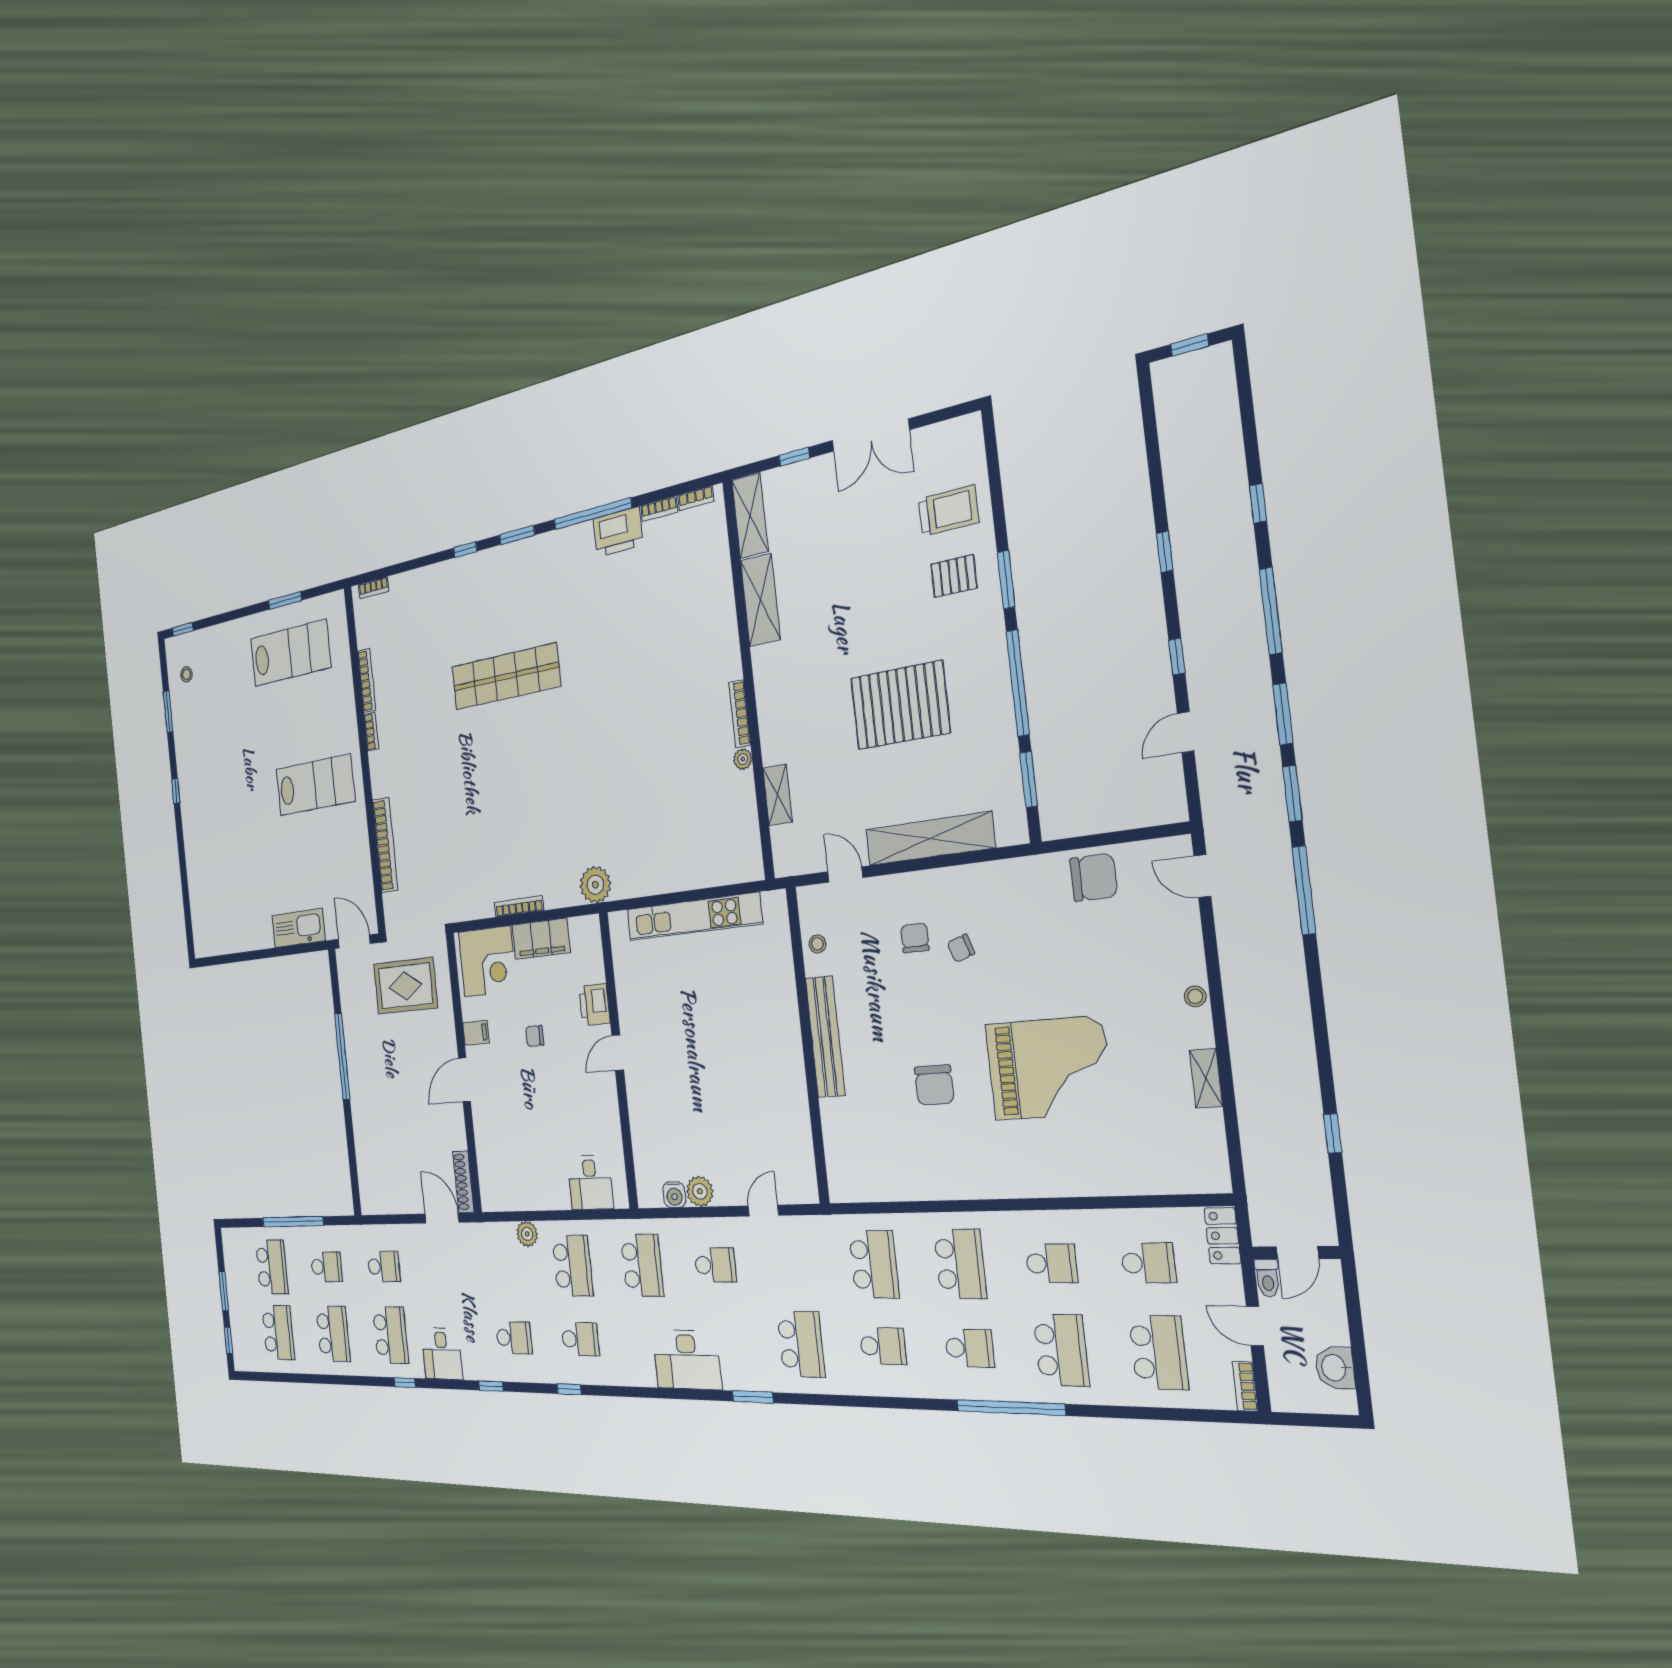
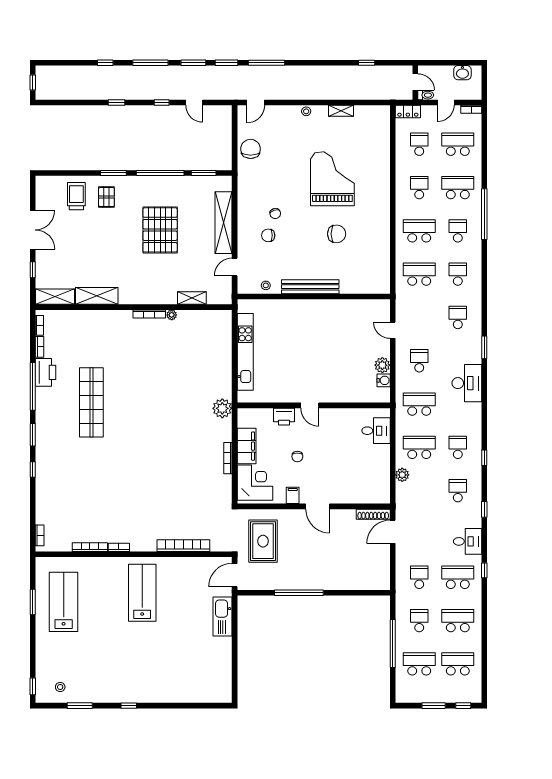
shop shelf: (506, 677) -> (91, 402), moved
school desk: (801, 1344) -> (458, 317), width x0.54

